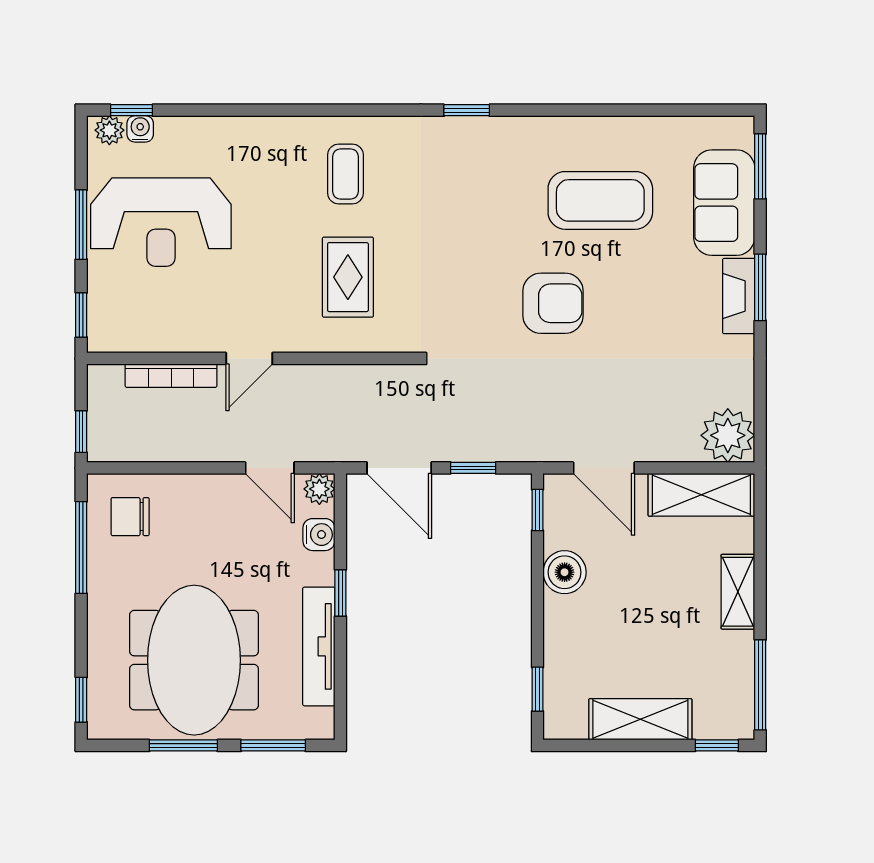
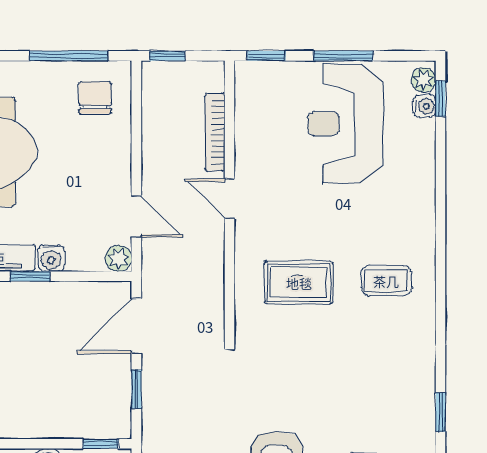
window: (467, 110) -> (441, 412), moved
door: (270, 468) -> (136, 216), swing flipped
water cooler: (319, 535) -> (51, 258), moved

